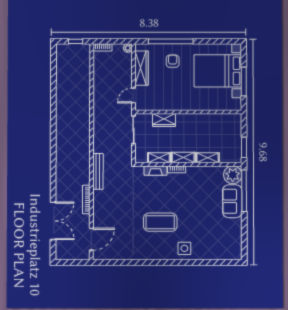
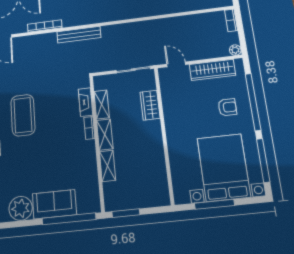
window: (216, 41) -> (263, 160), added
plant: (233, 175) -> (21, 208), moved

